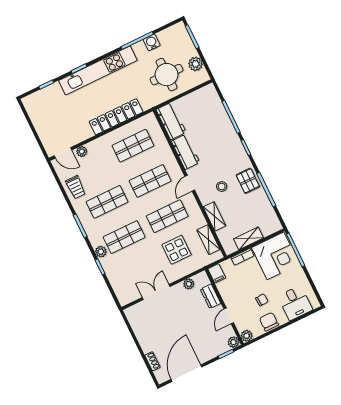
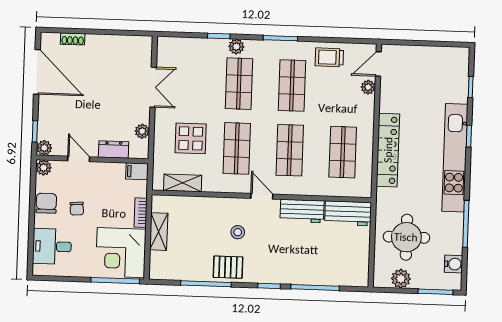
water cooler: (152, 42) -> (453, 264), moved
shelving: (214, 216) -> (207, 205), removed
chair: (269, 322) -> (46, 203), turned -90

